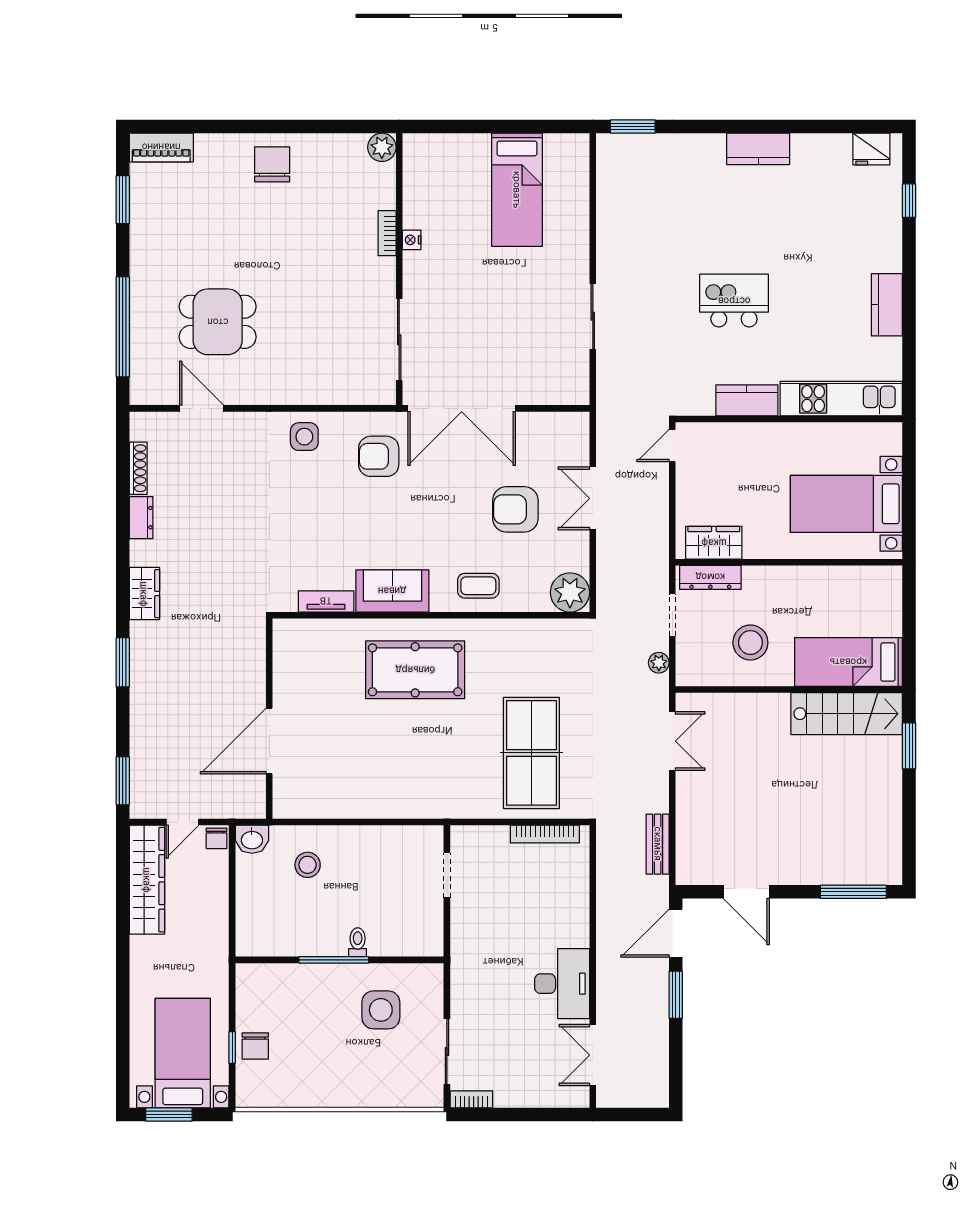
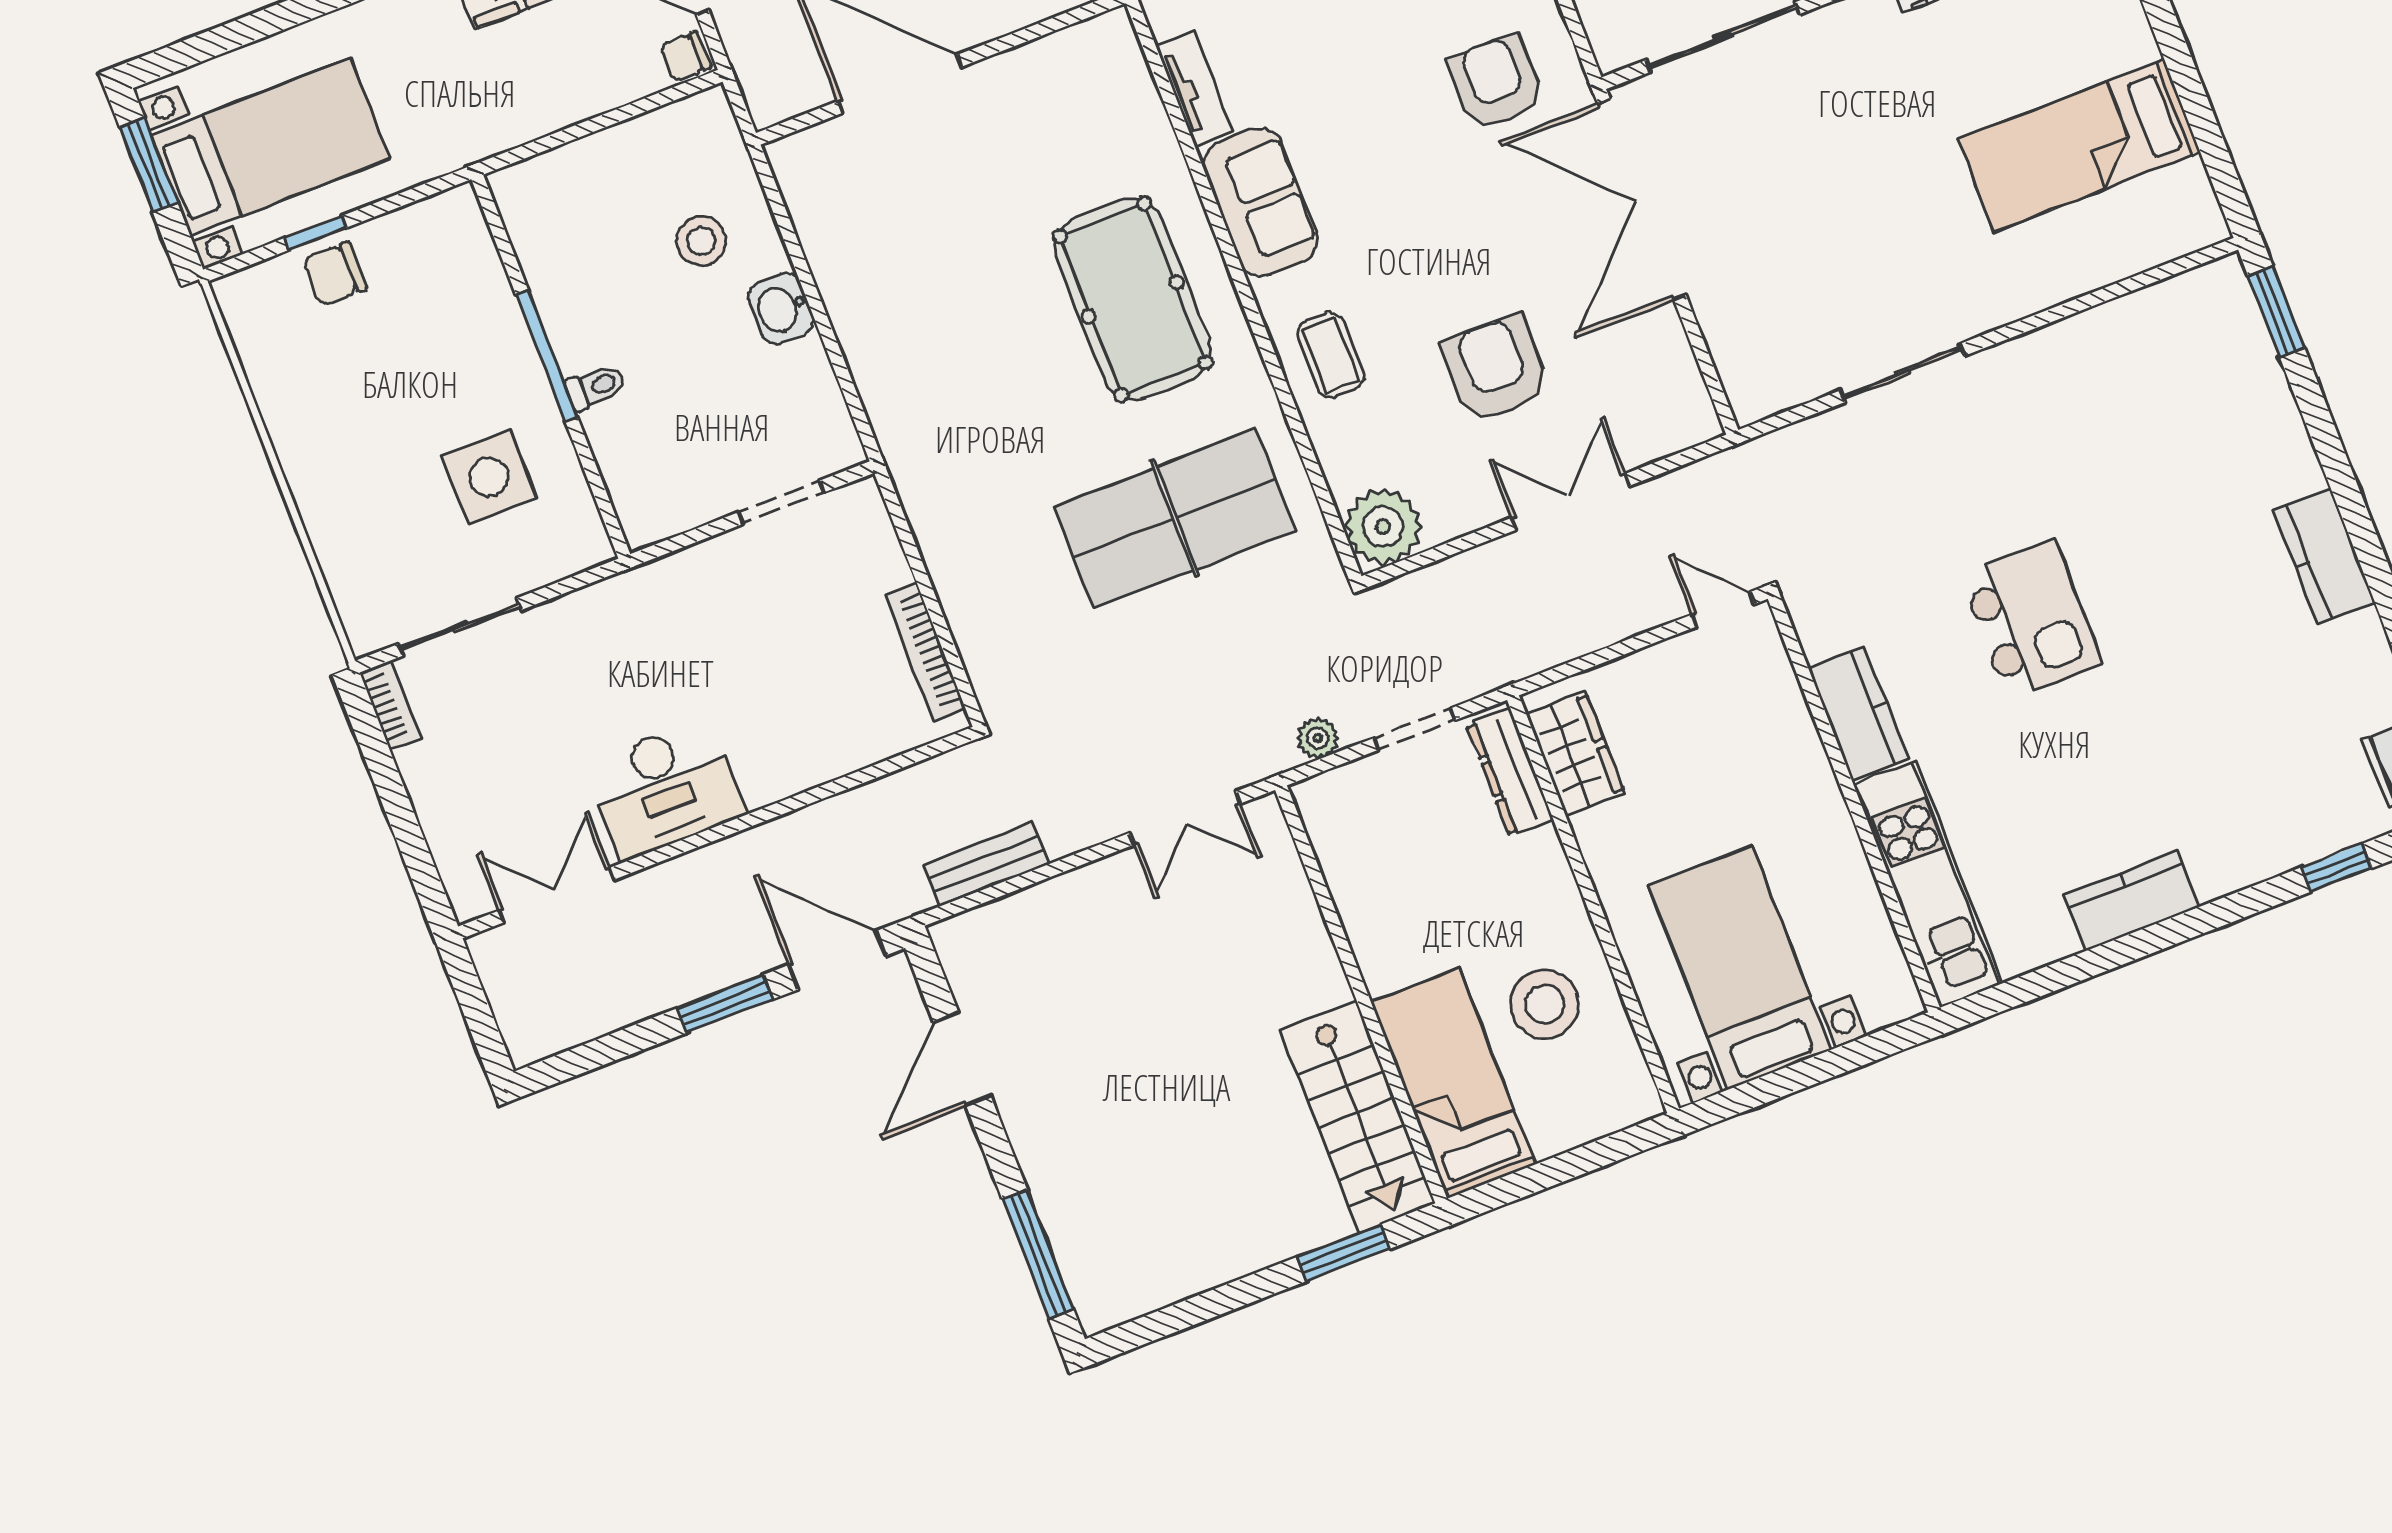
stool: (750, 643) -> (1545, 1004), moved
table tennis table: (531, 753) -> (1175, 518), moved
washbasin: (252, 839) -> (781, 308), moved

